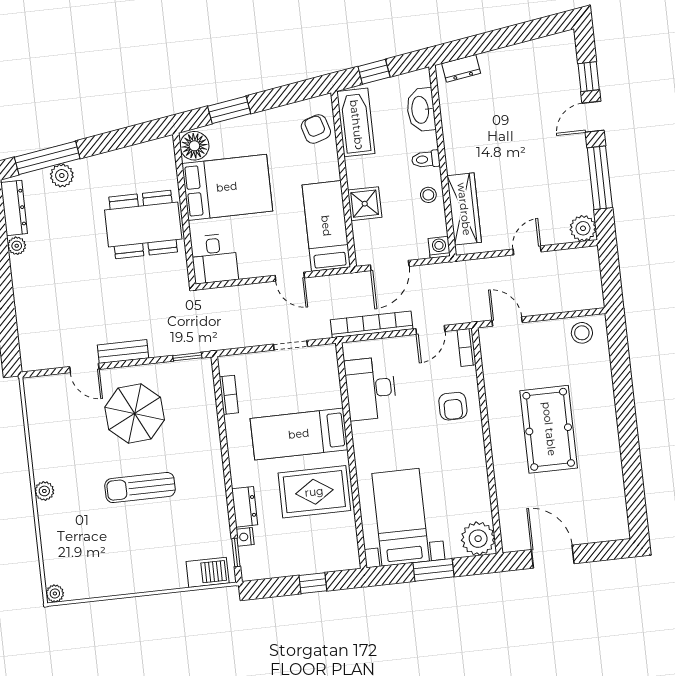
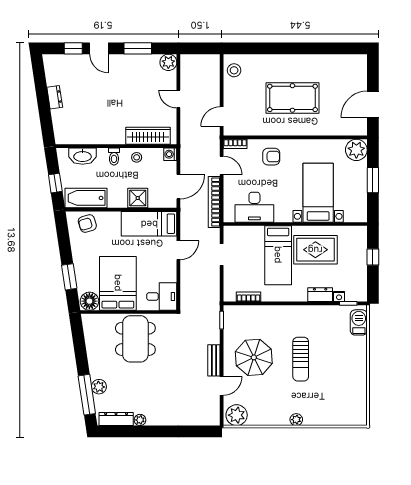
dresser: (461, 68) -> (55, 97), moved
window: (600, 178) -> (138, 48), width x0.69
door: (390, 266) -> (178, 187), hinge flipped
rug: (314, 492) -> (315, 250), turned 90
bed with nightstands: (401, 517) -> (318, 193), moved, turned 90
plant: (55, 593) -> (237, 415), moved, width x1.87, depth x1.87

